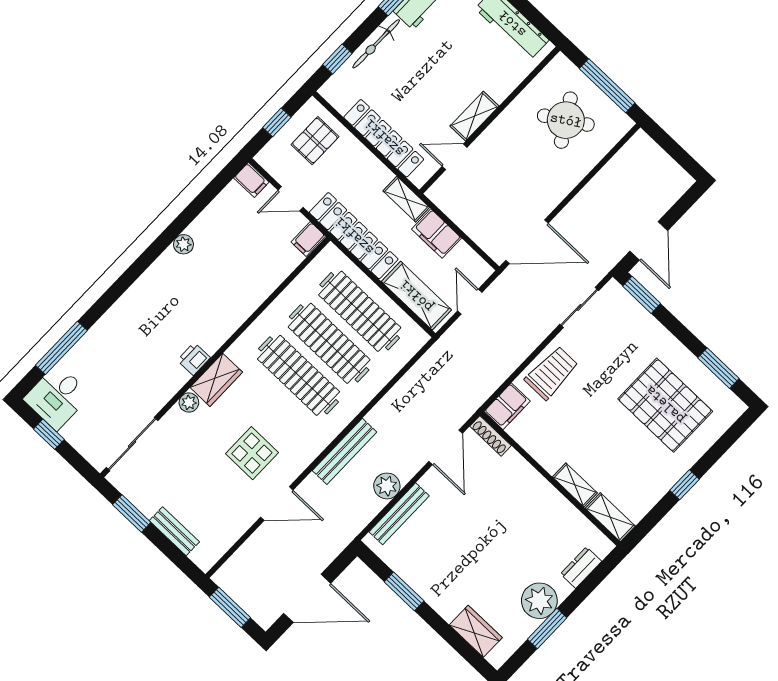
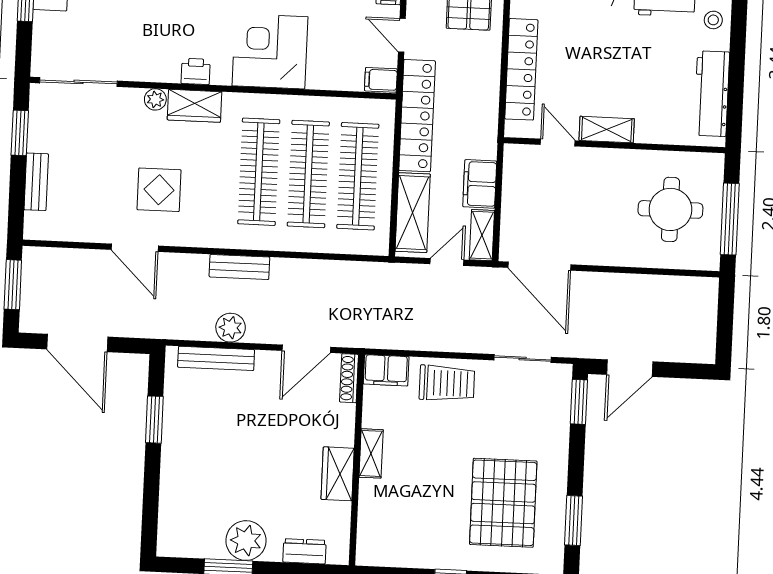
round table: (566, 120) -> (670, 209), turned 32
shelving: (406, 199) -> (482, 235), moved
corner desk: (224, 297) -> (270, 51), added
bench: (345, 451) -> (239, 267), width x0.73
shelving: (575, 485) -> (371, 453), moved
shelving: (610, 517) -> (368, 539), removed
wardrobe: (476, 631) -> (338, 474), moved, turned 180

